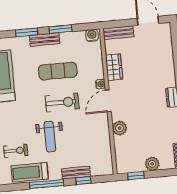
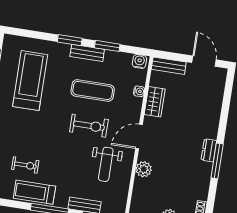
water cooler: (100, 84) -> (139, 91), moved
weight bench: (50, 137) -> (106, 164), moved

